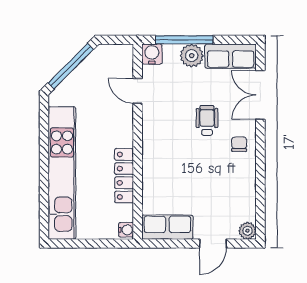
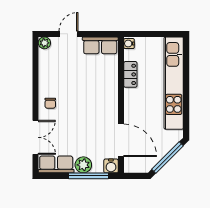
door: (138, 91) -> (121, 140), width x1.87
wheelchair: (207, 120) -> (73, 120), removed
locker: (124, 176) -> (130, 74), width x0.66

